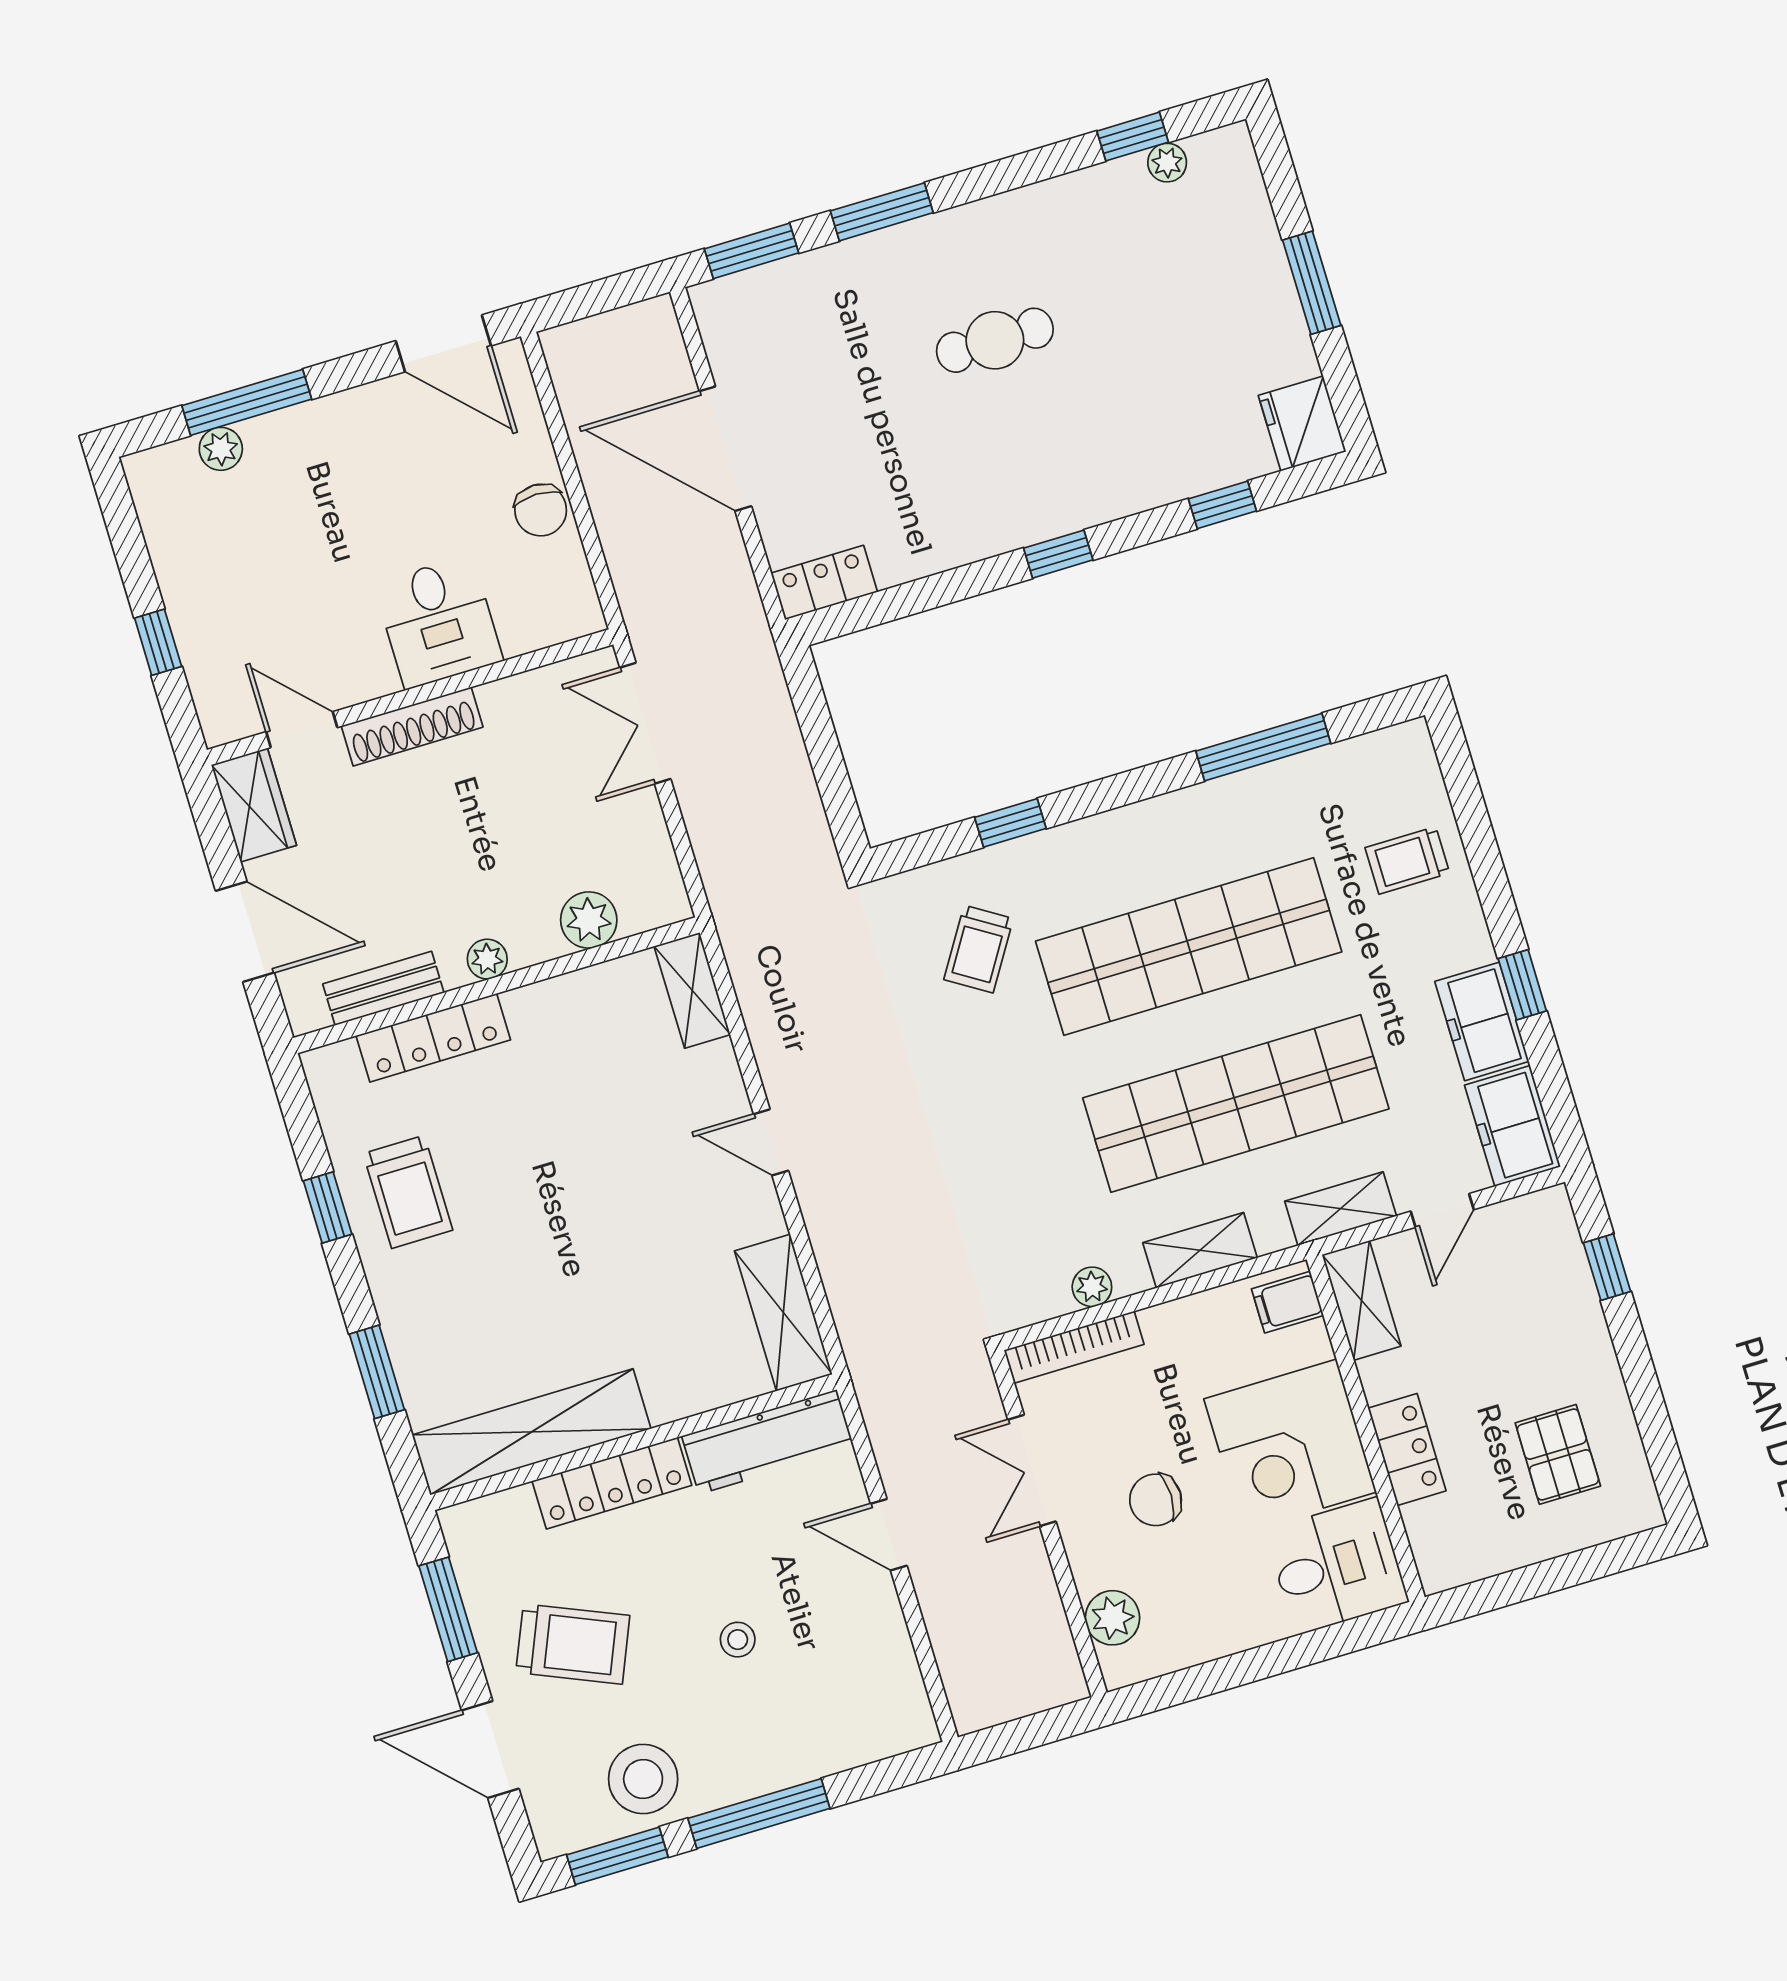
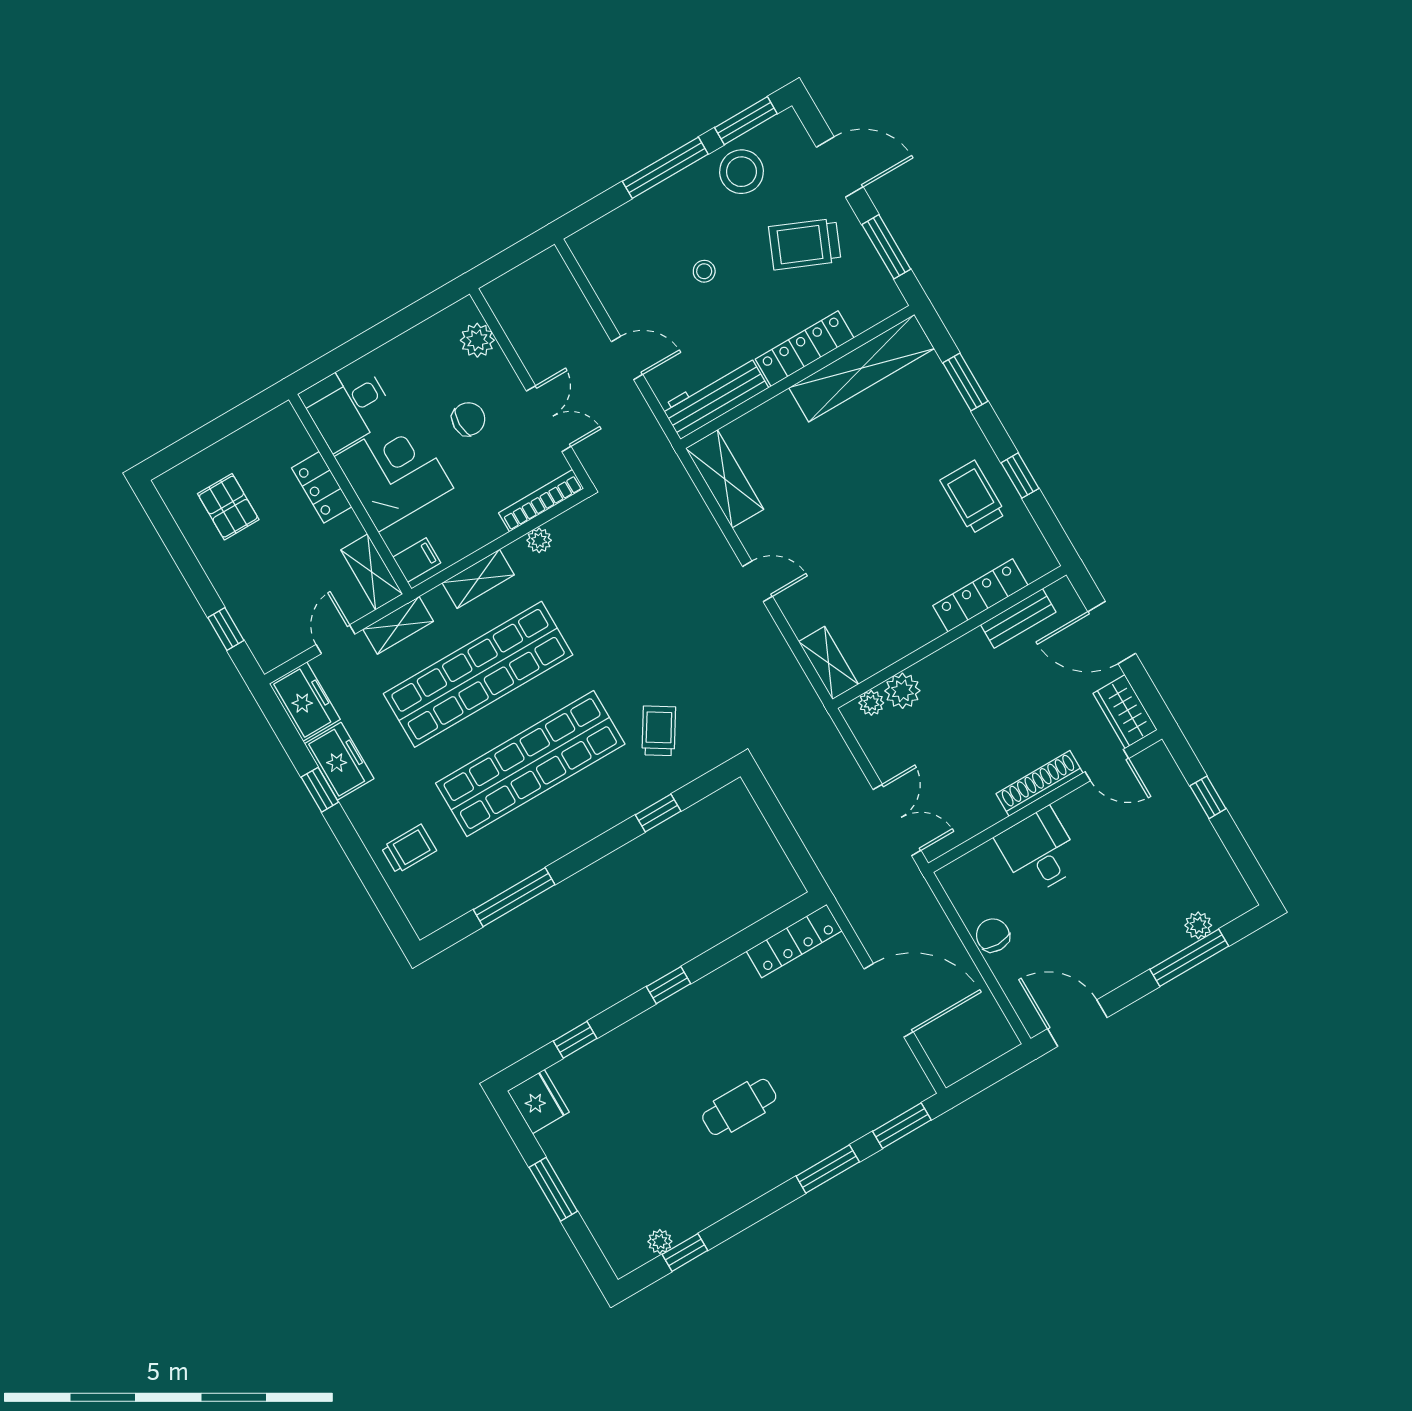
locker: (824, 583) -> (794, 941), width x1.53
plant: (487, 959) -> (871, 703), moved

